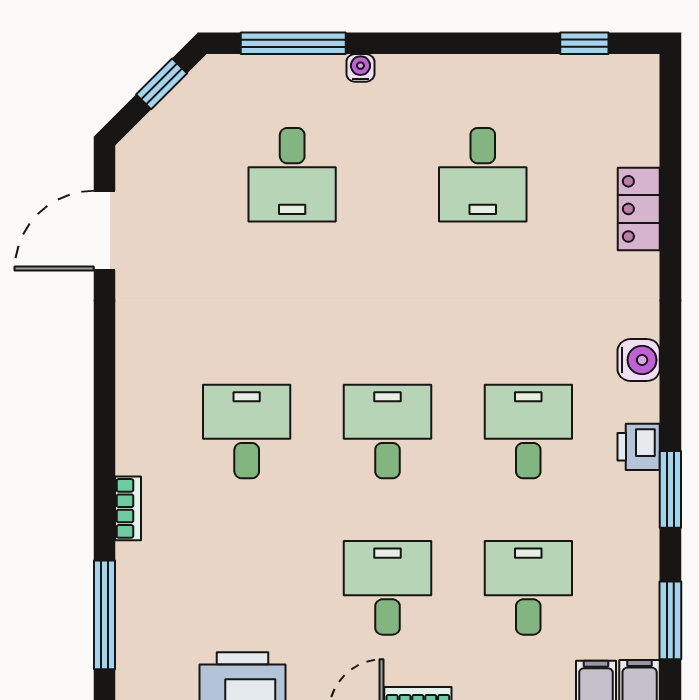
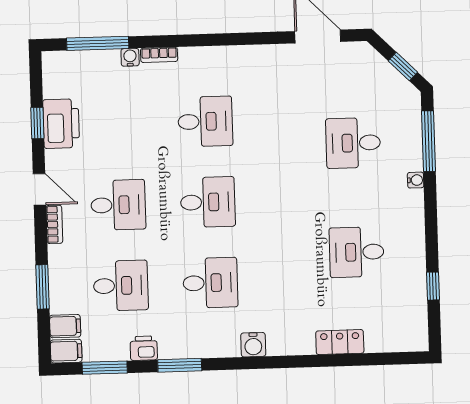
window: (584, 43) -> (433, 286), moved
printer: (639, 447) -> (144, 348), moved
water cooler: (131, 559) -> (130, 57), added

